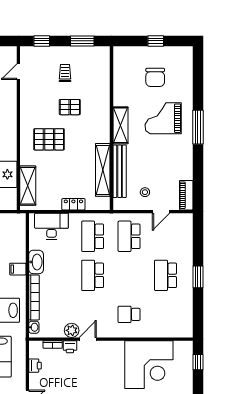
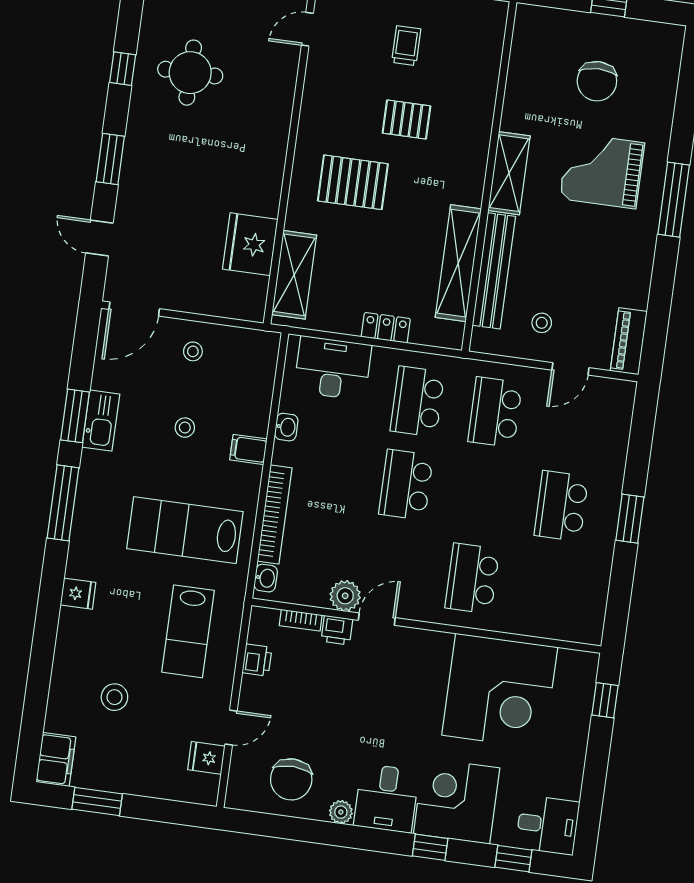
washbasin: (36, 262) -> (286, 427), width x0.52, depth x0.69
school desk: (129, 314) -> (472, 578), width x1.85

